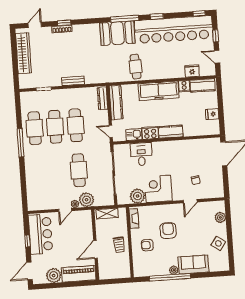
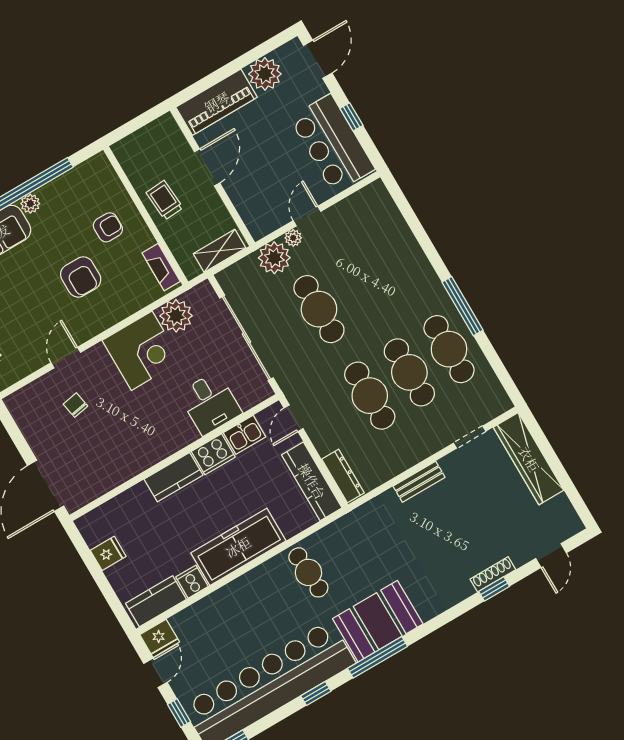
wardrobe: (23, 53) -> (529, 459), moved
door: (217, 57) -> (155, 673), hinge flipped
fridge: (192, 71) -> (160, 638), moved
door: (111, 131) -> (294, 418), swing flipped

